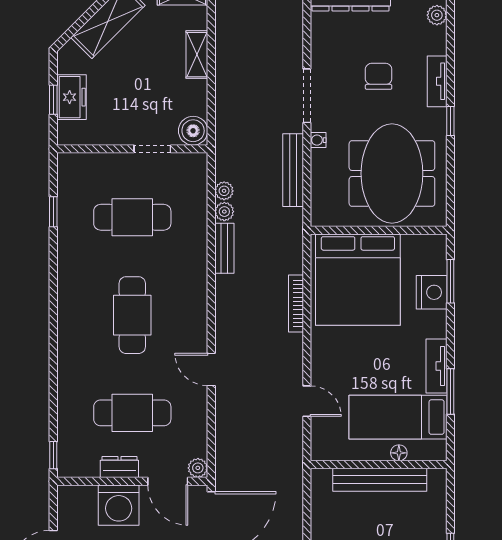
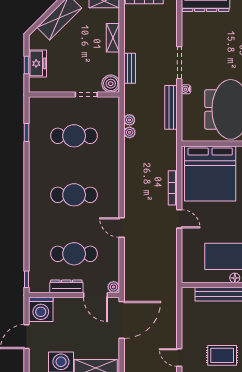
chair: (379, 76) -> (223, 51), removed
bench: (224, 248) -> (130, 68), moved
cafe table: (132, 315) -> (74, 195), turned 90
door: (307, 401) -> (179, 219), moved
dresser: (119, 467) -> (66, 286), width x1.44
washing machine: (119, 505) -> (41, 309), moved

